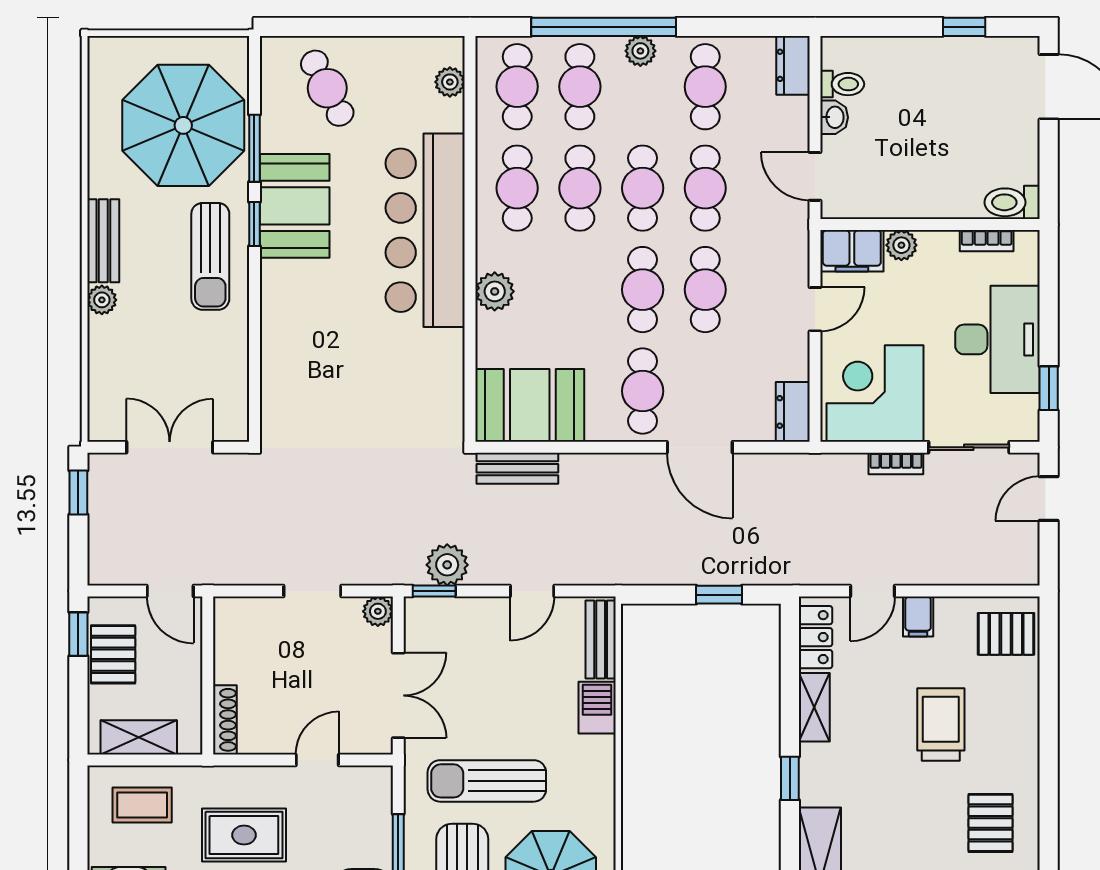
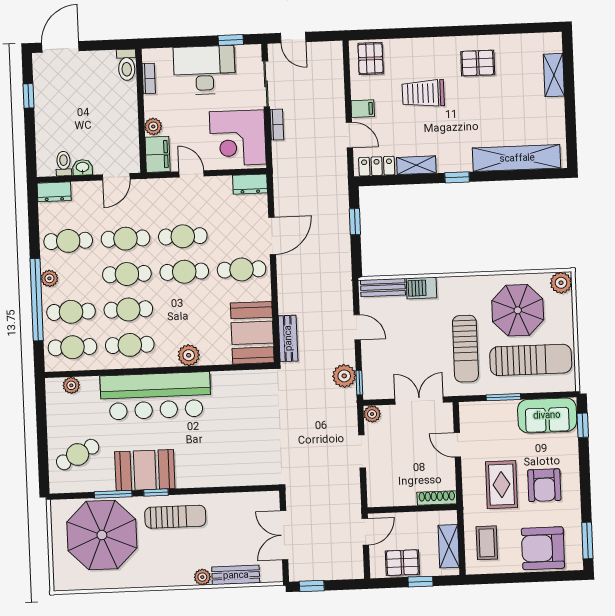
bench: (103, 241) -> (236, 575), moved
window: (78, 634) -> (420, 582), moved

